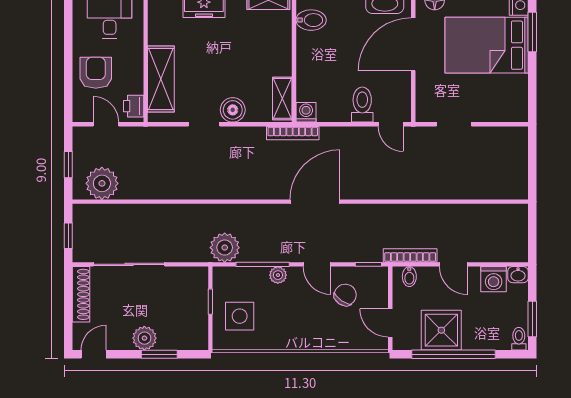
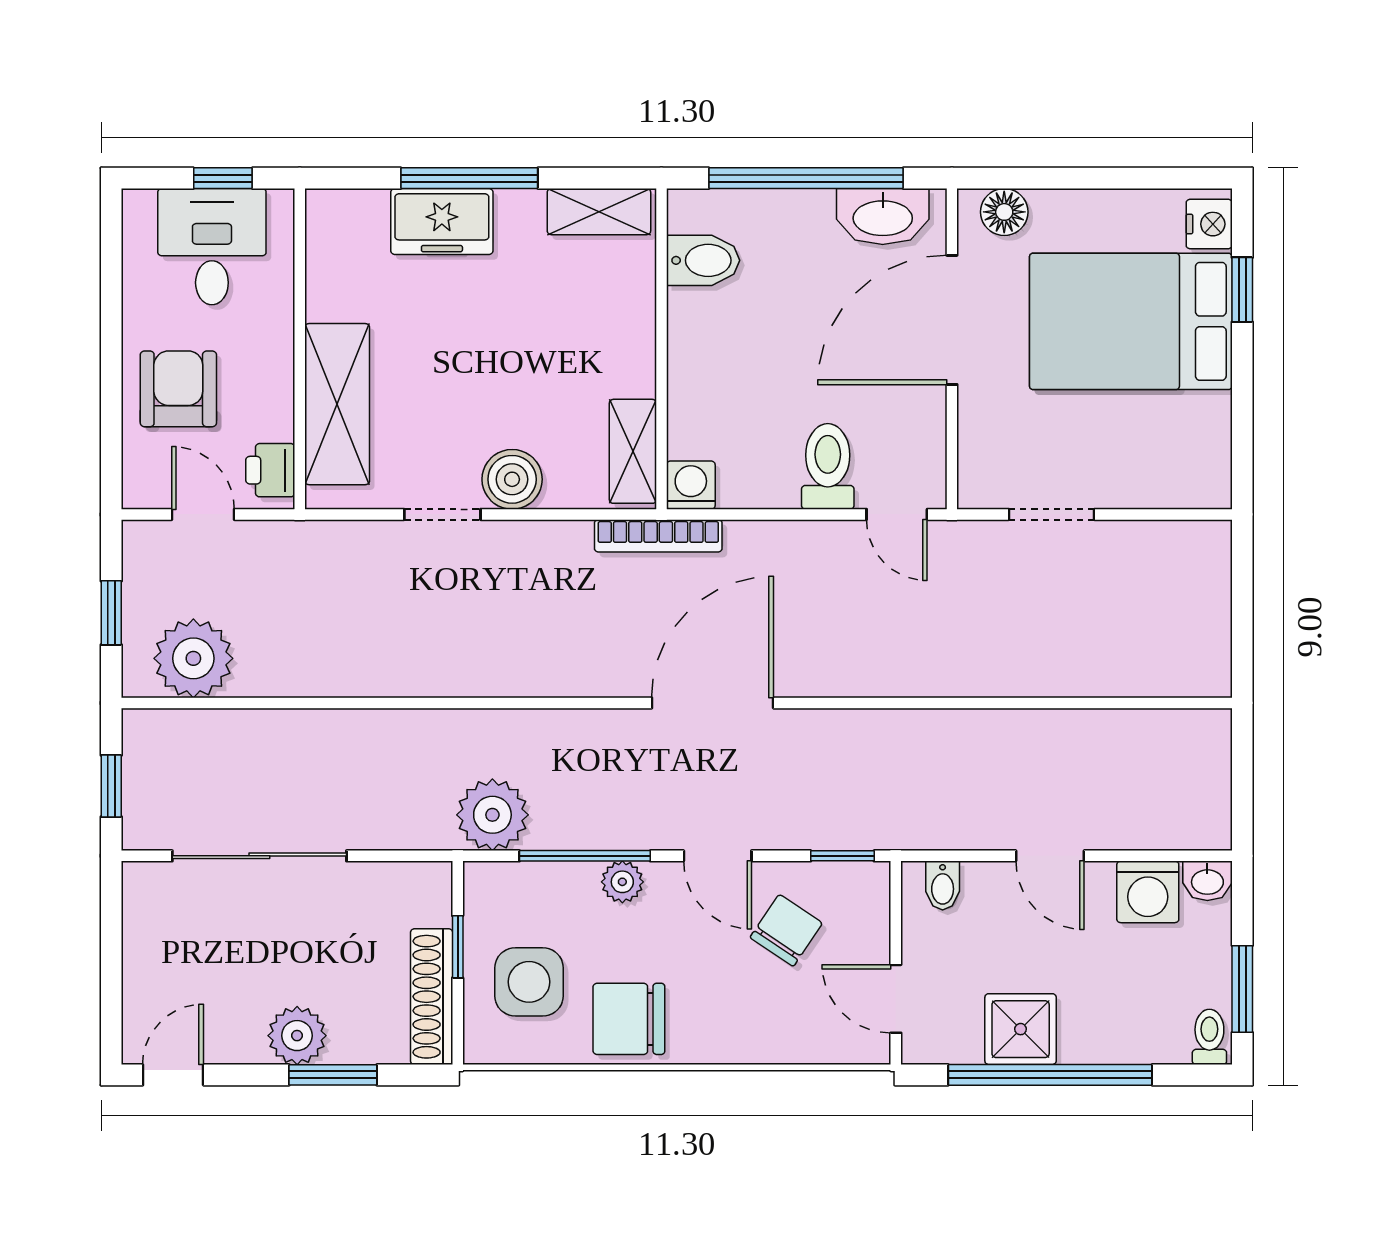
window: (532, 32) -> (1242, 290), width x0.67
bookcase: (410, 255) -> (944, 834), removed
shoe rack: (81, 294) -> (432, 997), moved, turned 180
shower: (441, 330) -> (1021, 1029), width x0.73, depth x0.73
chair: (281, 331) -> (629, 1019), added

